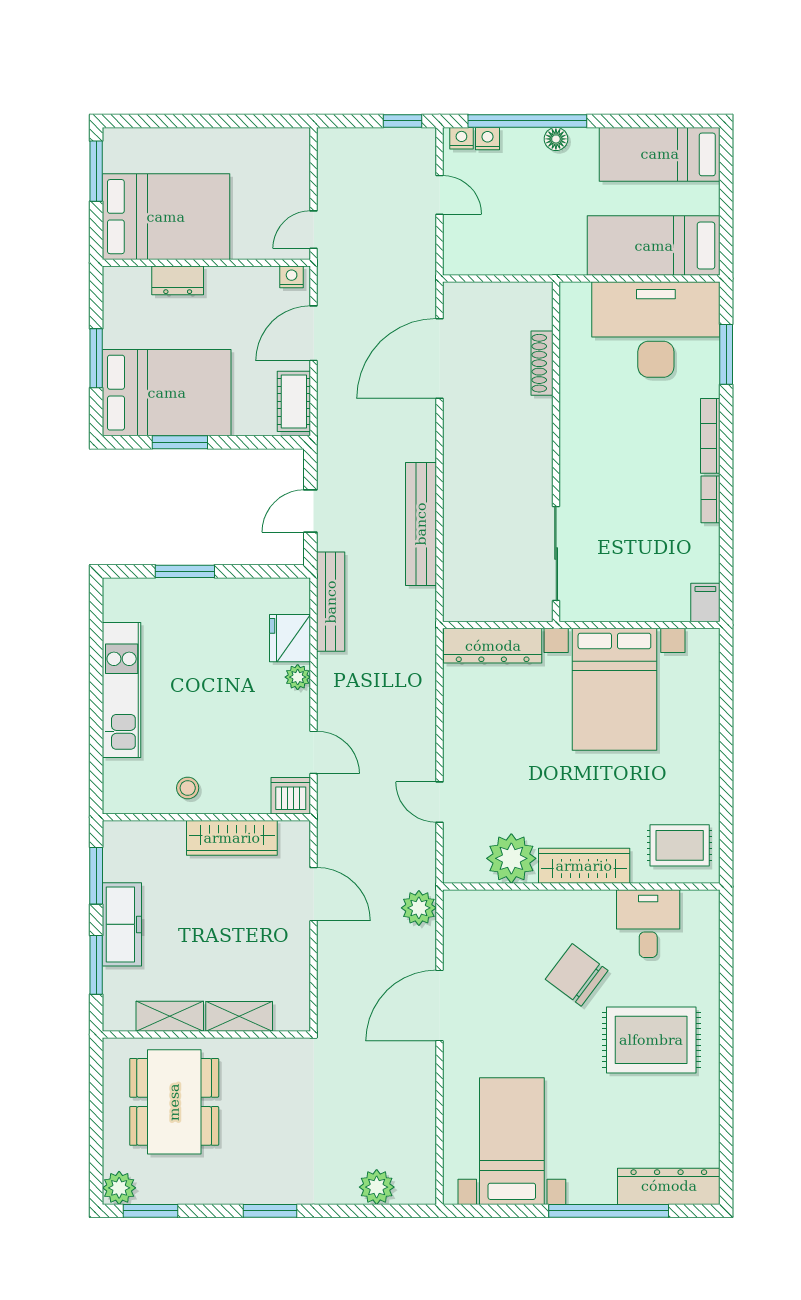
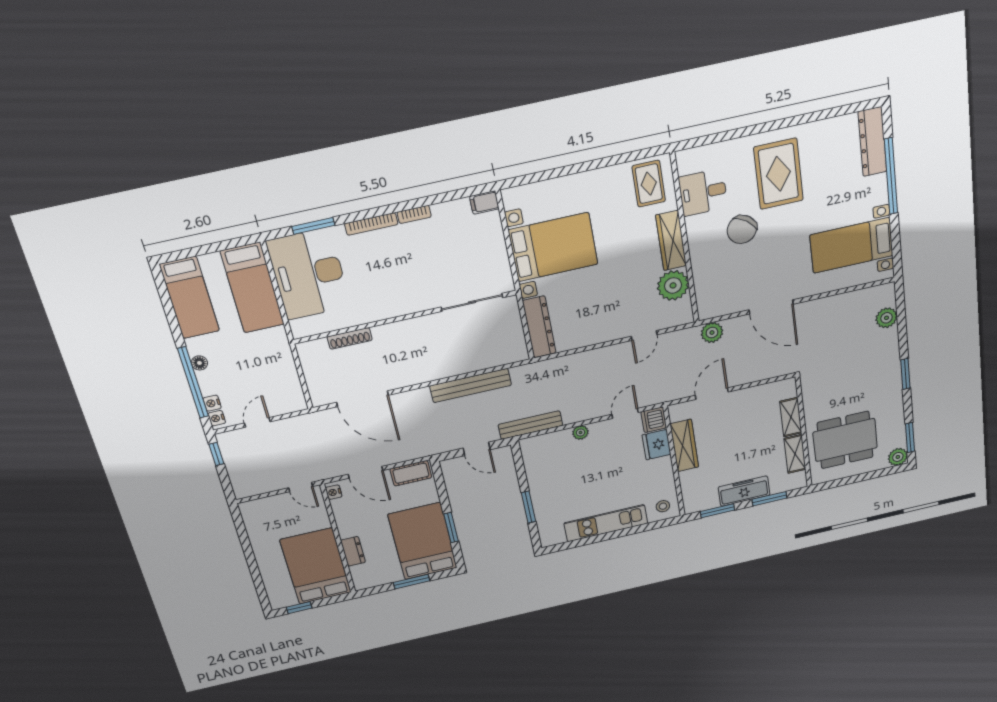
window: (96, 171) -> (299, 608), width x0.67
fridge: (290, 638) -> (657, 445), moved, turned 90
stool: (188, 788) -> (663, 506), moved

